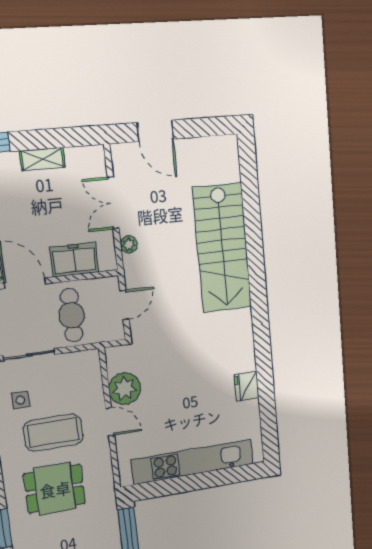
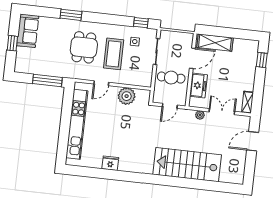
shelving: (42, 159) -> (248, 102), moved
door: (124, 305) -> (170, 106), hinge flipped
door: (110, 422) -> (101, 83), moved

